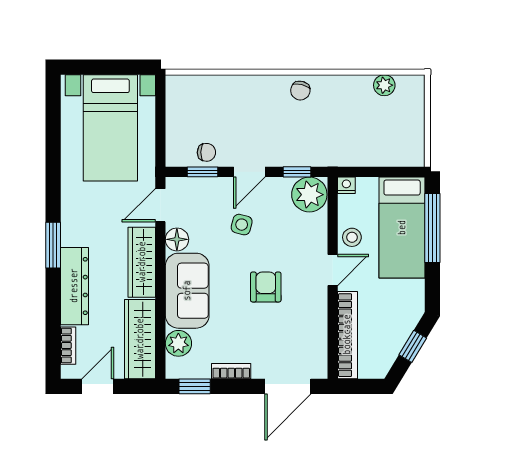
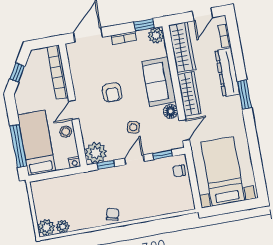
plant: (411, 89) -> (46, 227), added
chair: (206, 152) -> (179, 171), moved
plant: (178, 343) -> (156, 35), moved

